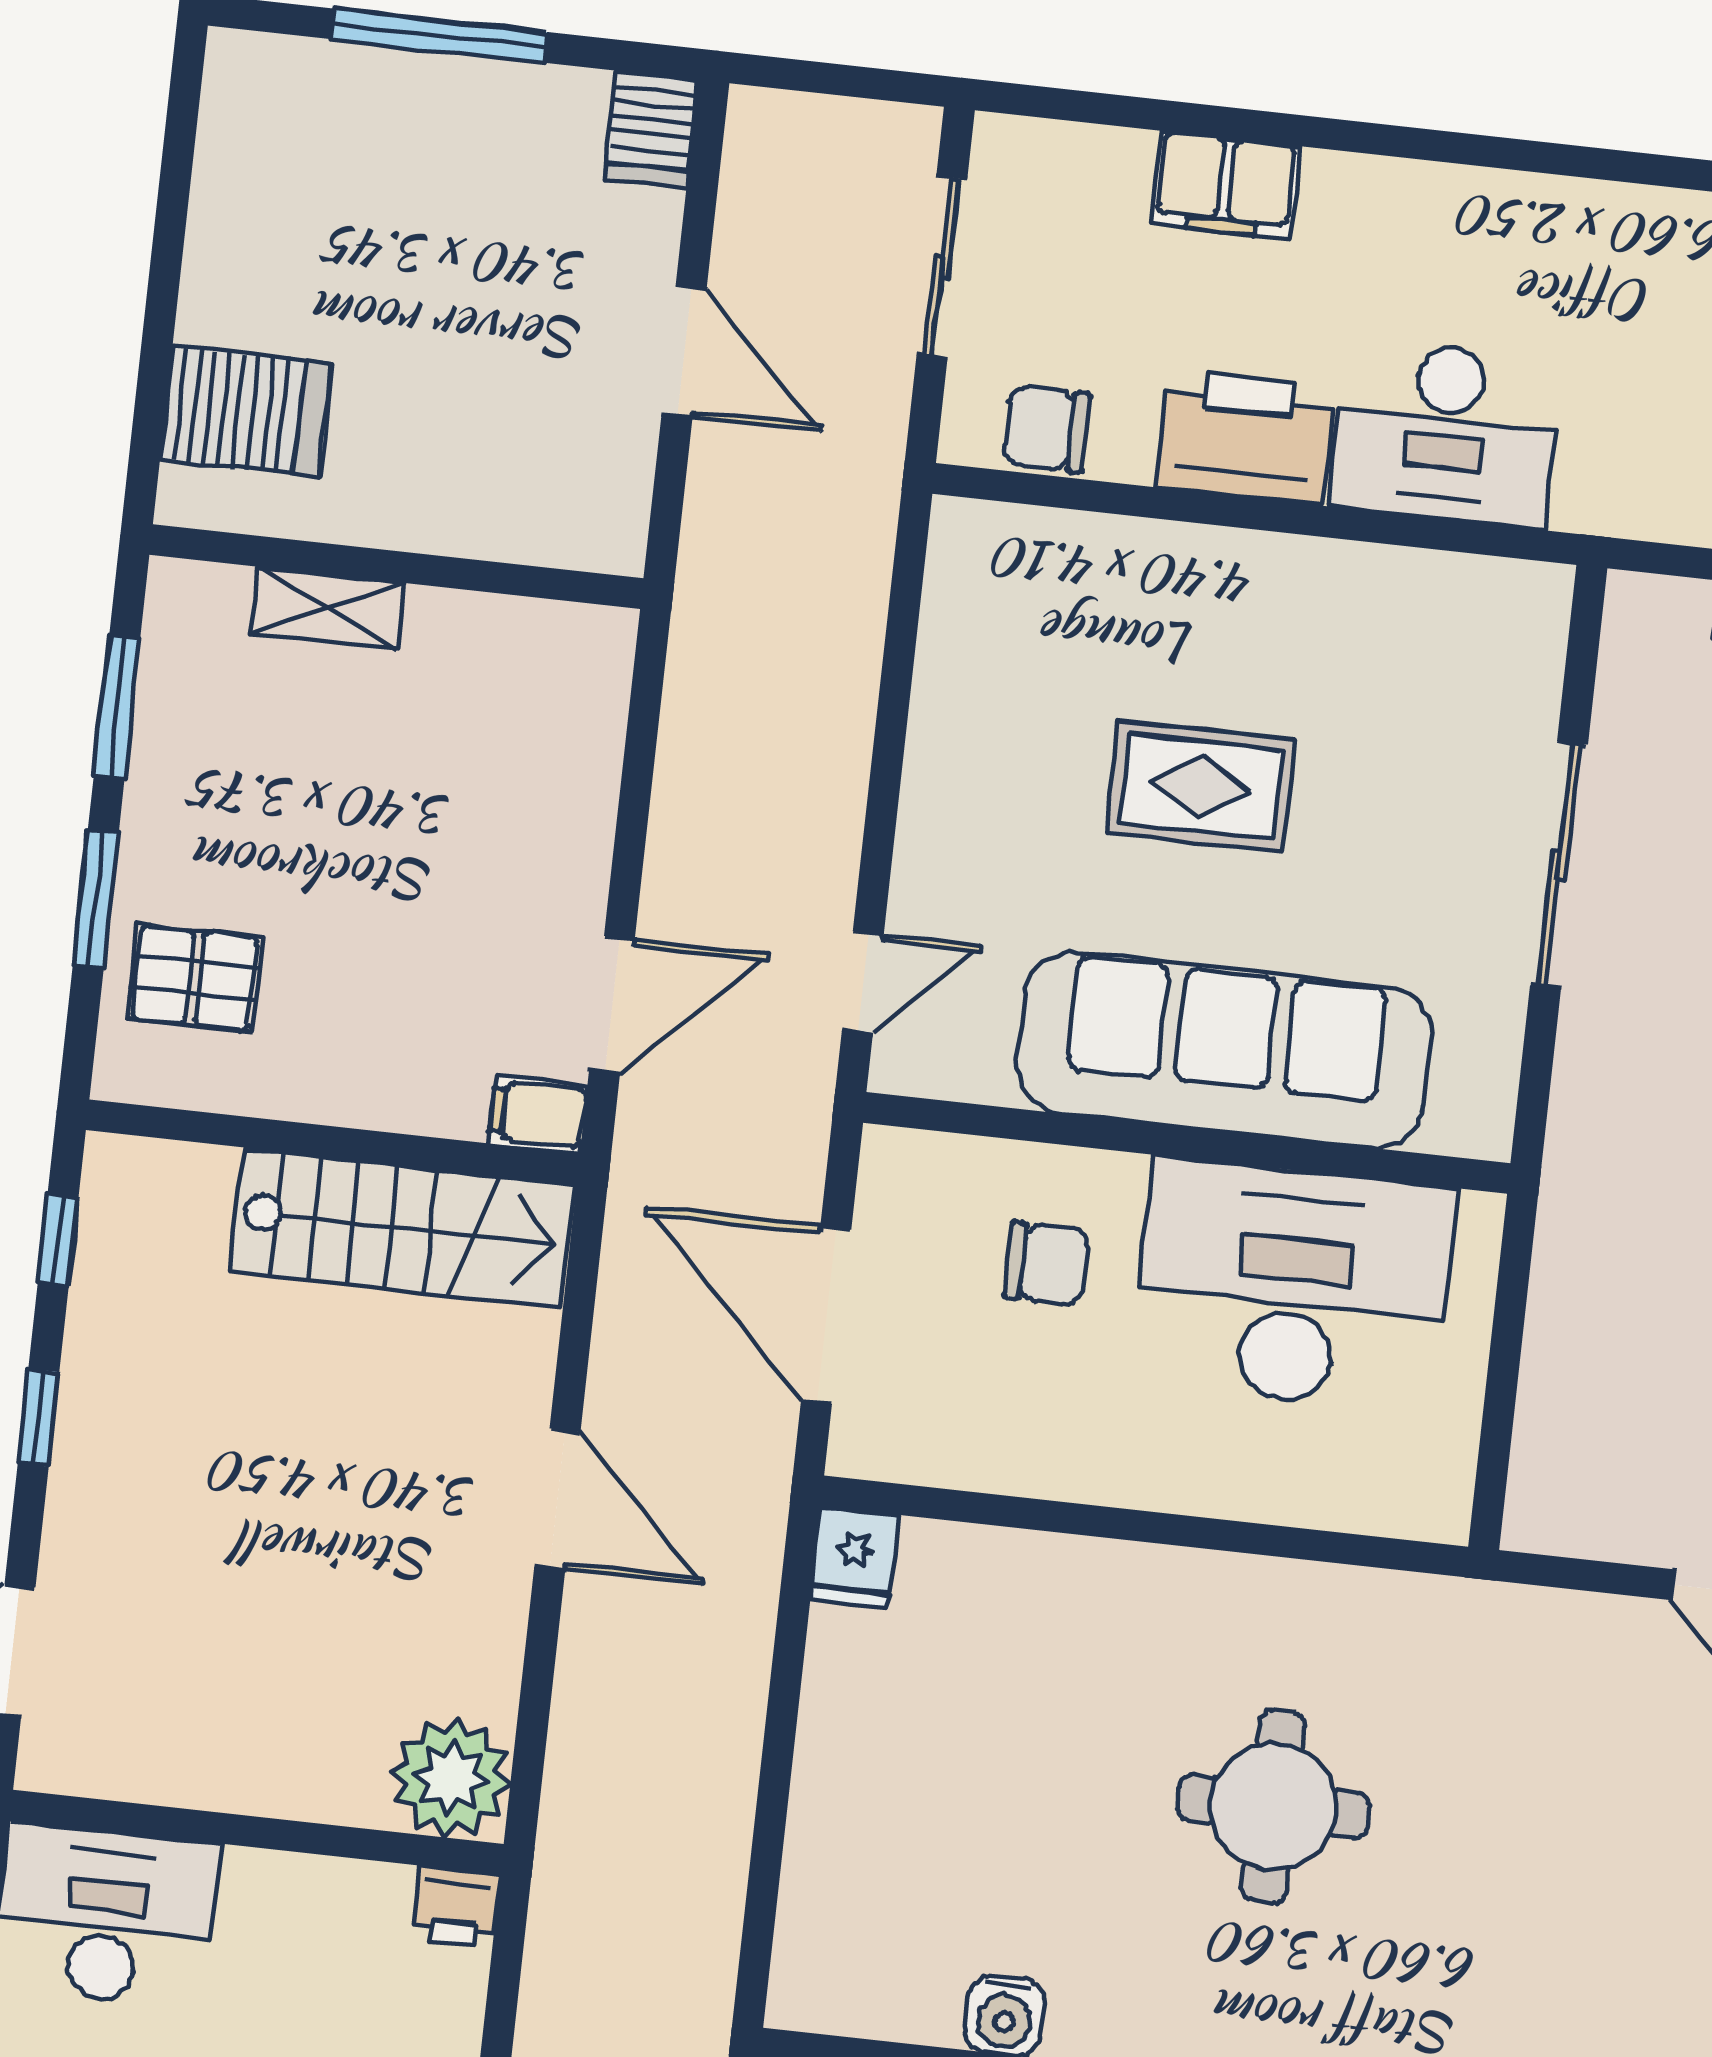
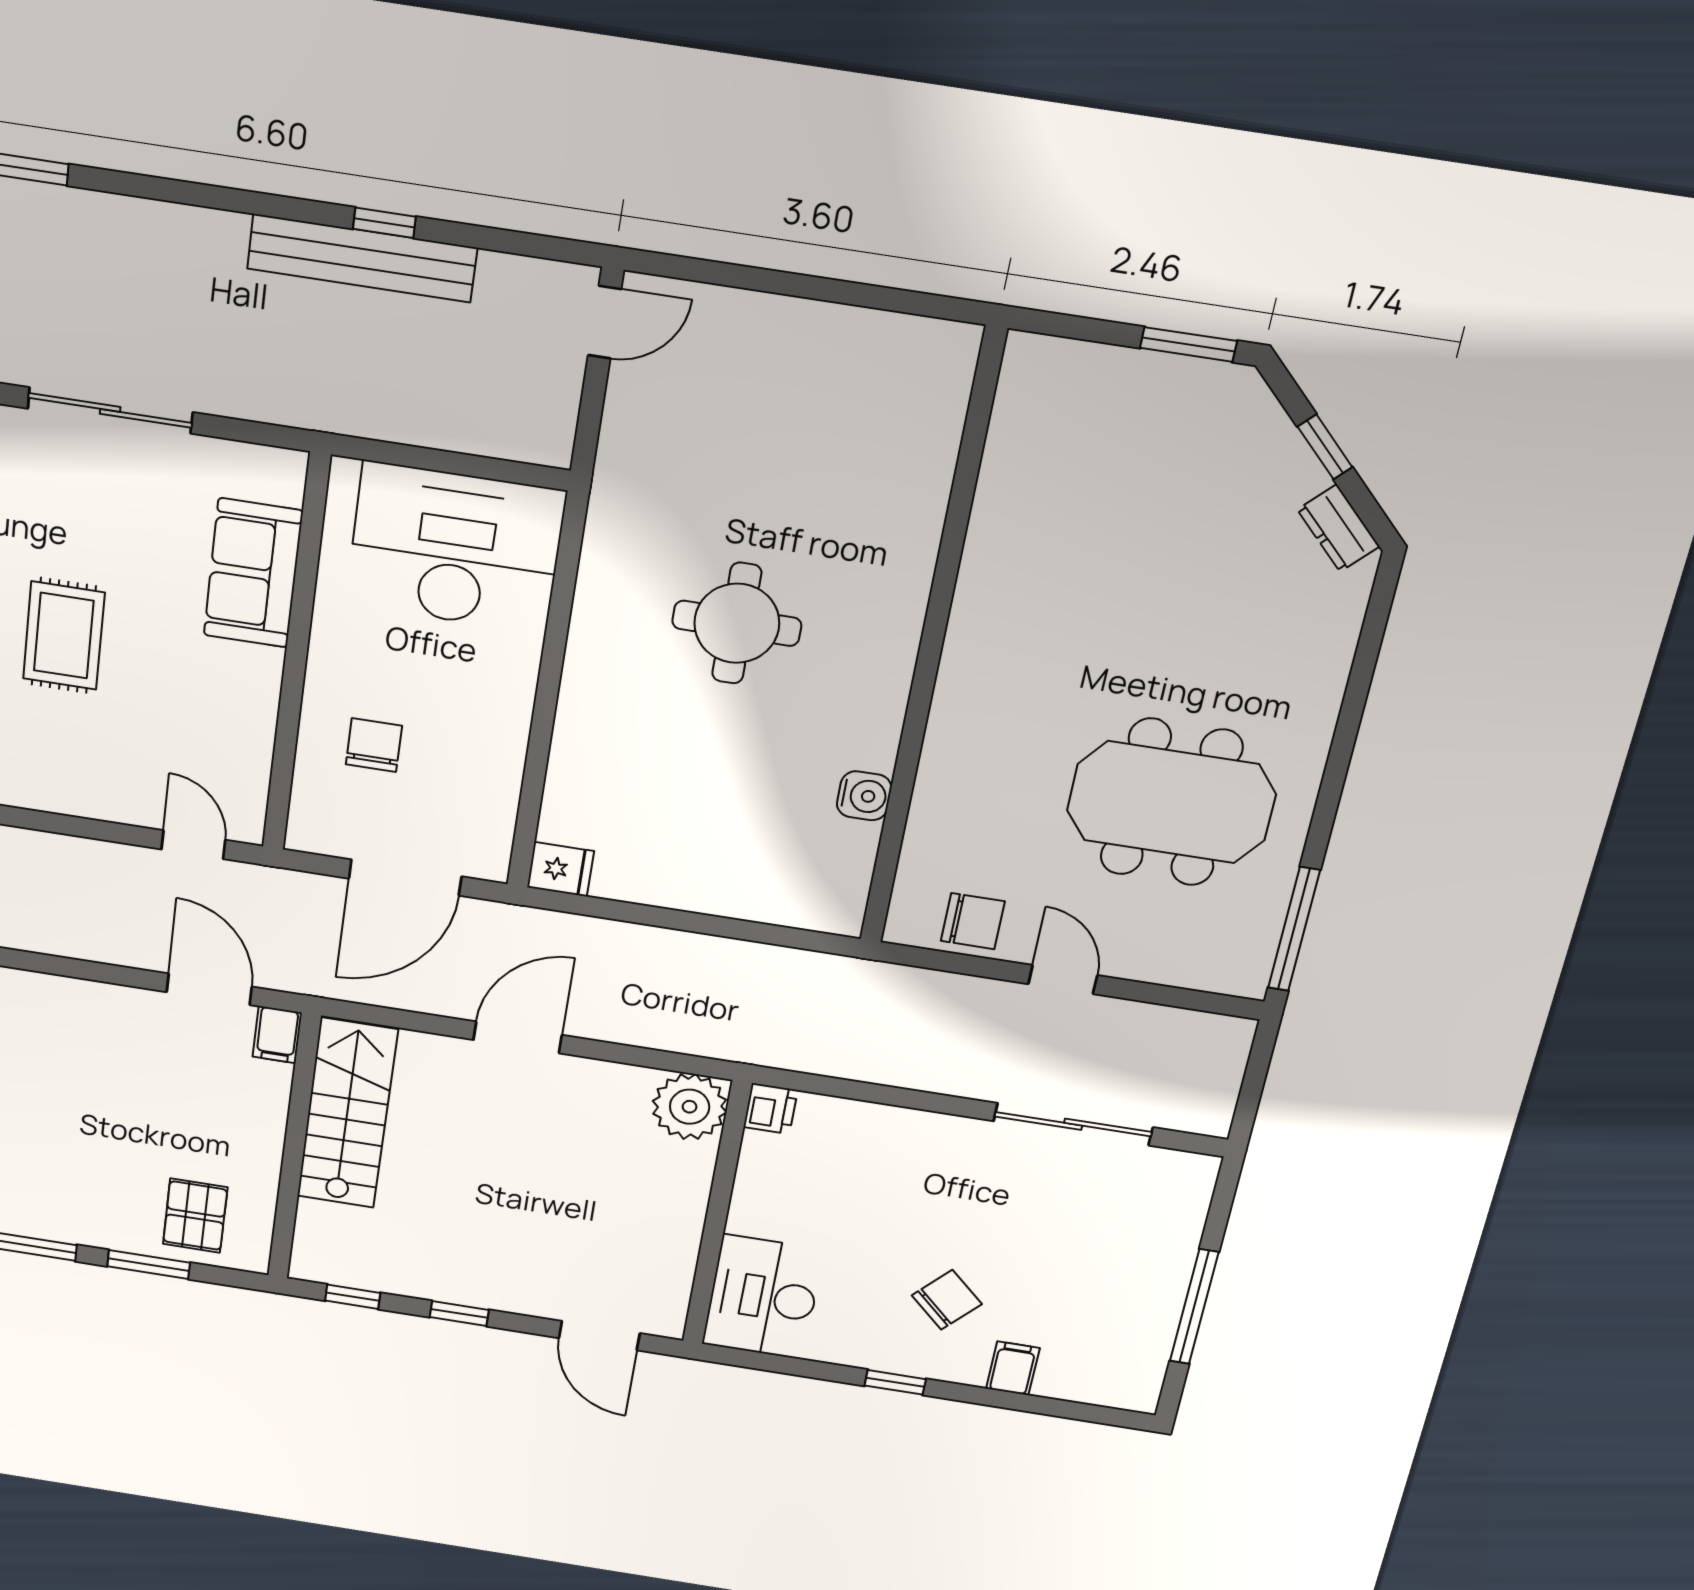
sofa: (1224, 1050) -> (253, 573), width x0.54, depth x0.79
desk: (1293, 1286) -> (455, 548), moved, turned 90

